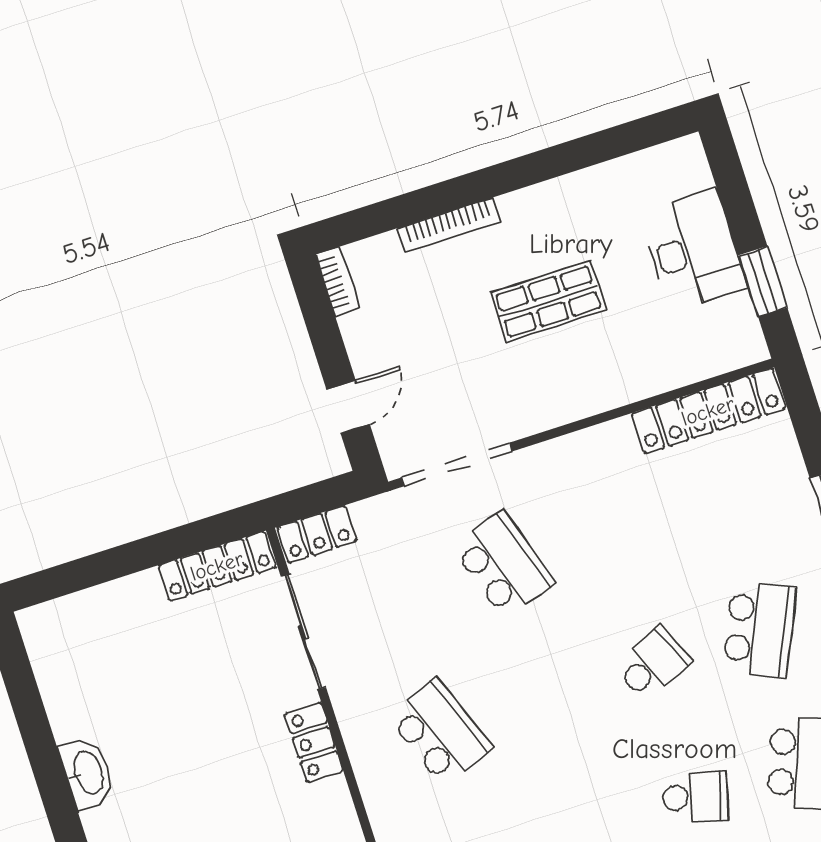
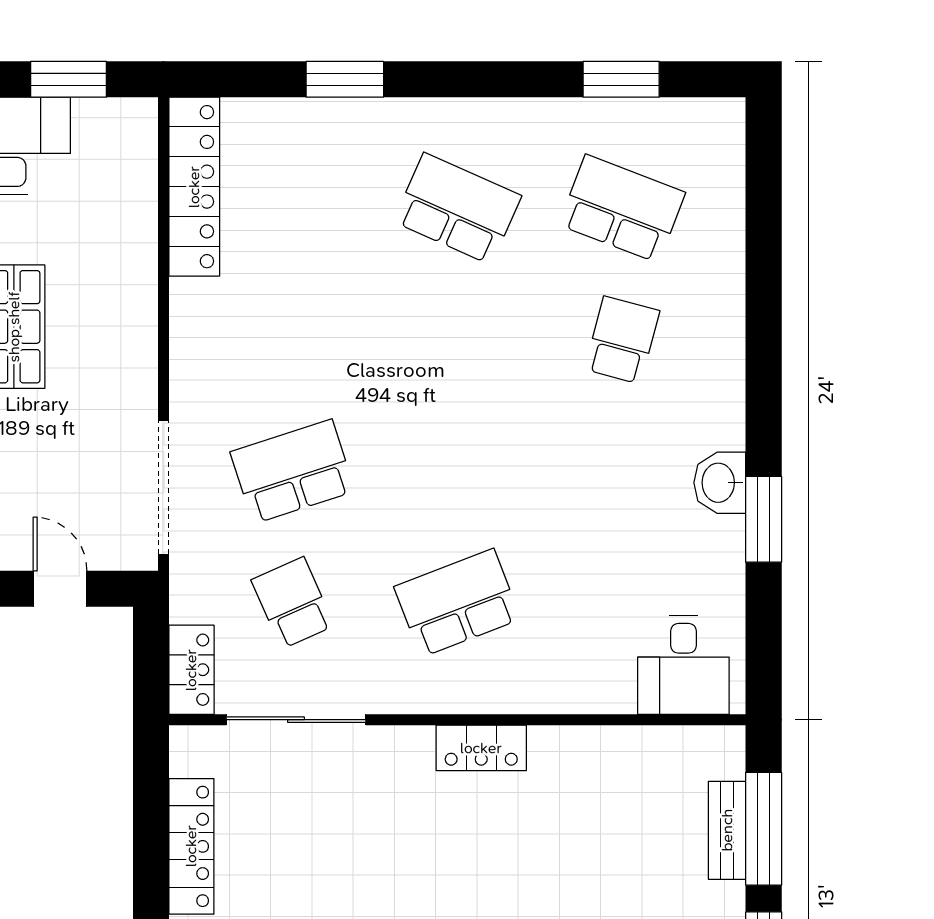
locker: (217, 566) -> (191, 846), moved
school desk: (653, 664) -> (293, 603), moved
locker: (314, 742) -> (481, 748), moved

